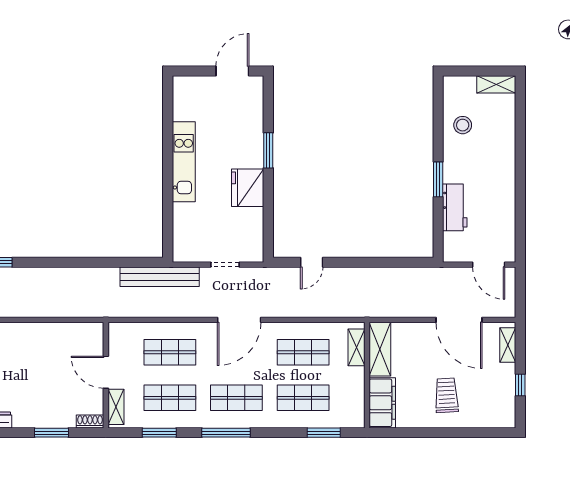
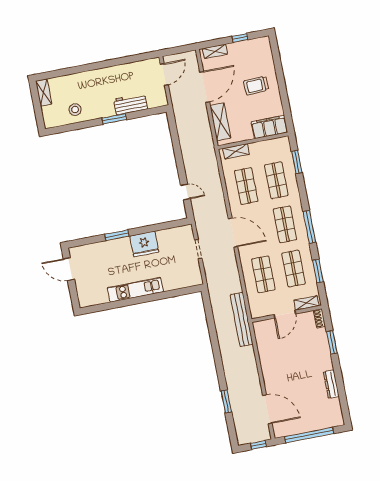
bench: (160, 277) -> (242, 319), moved
shelving: (380, 349) -> (220, 122), moved, turned 90

